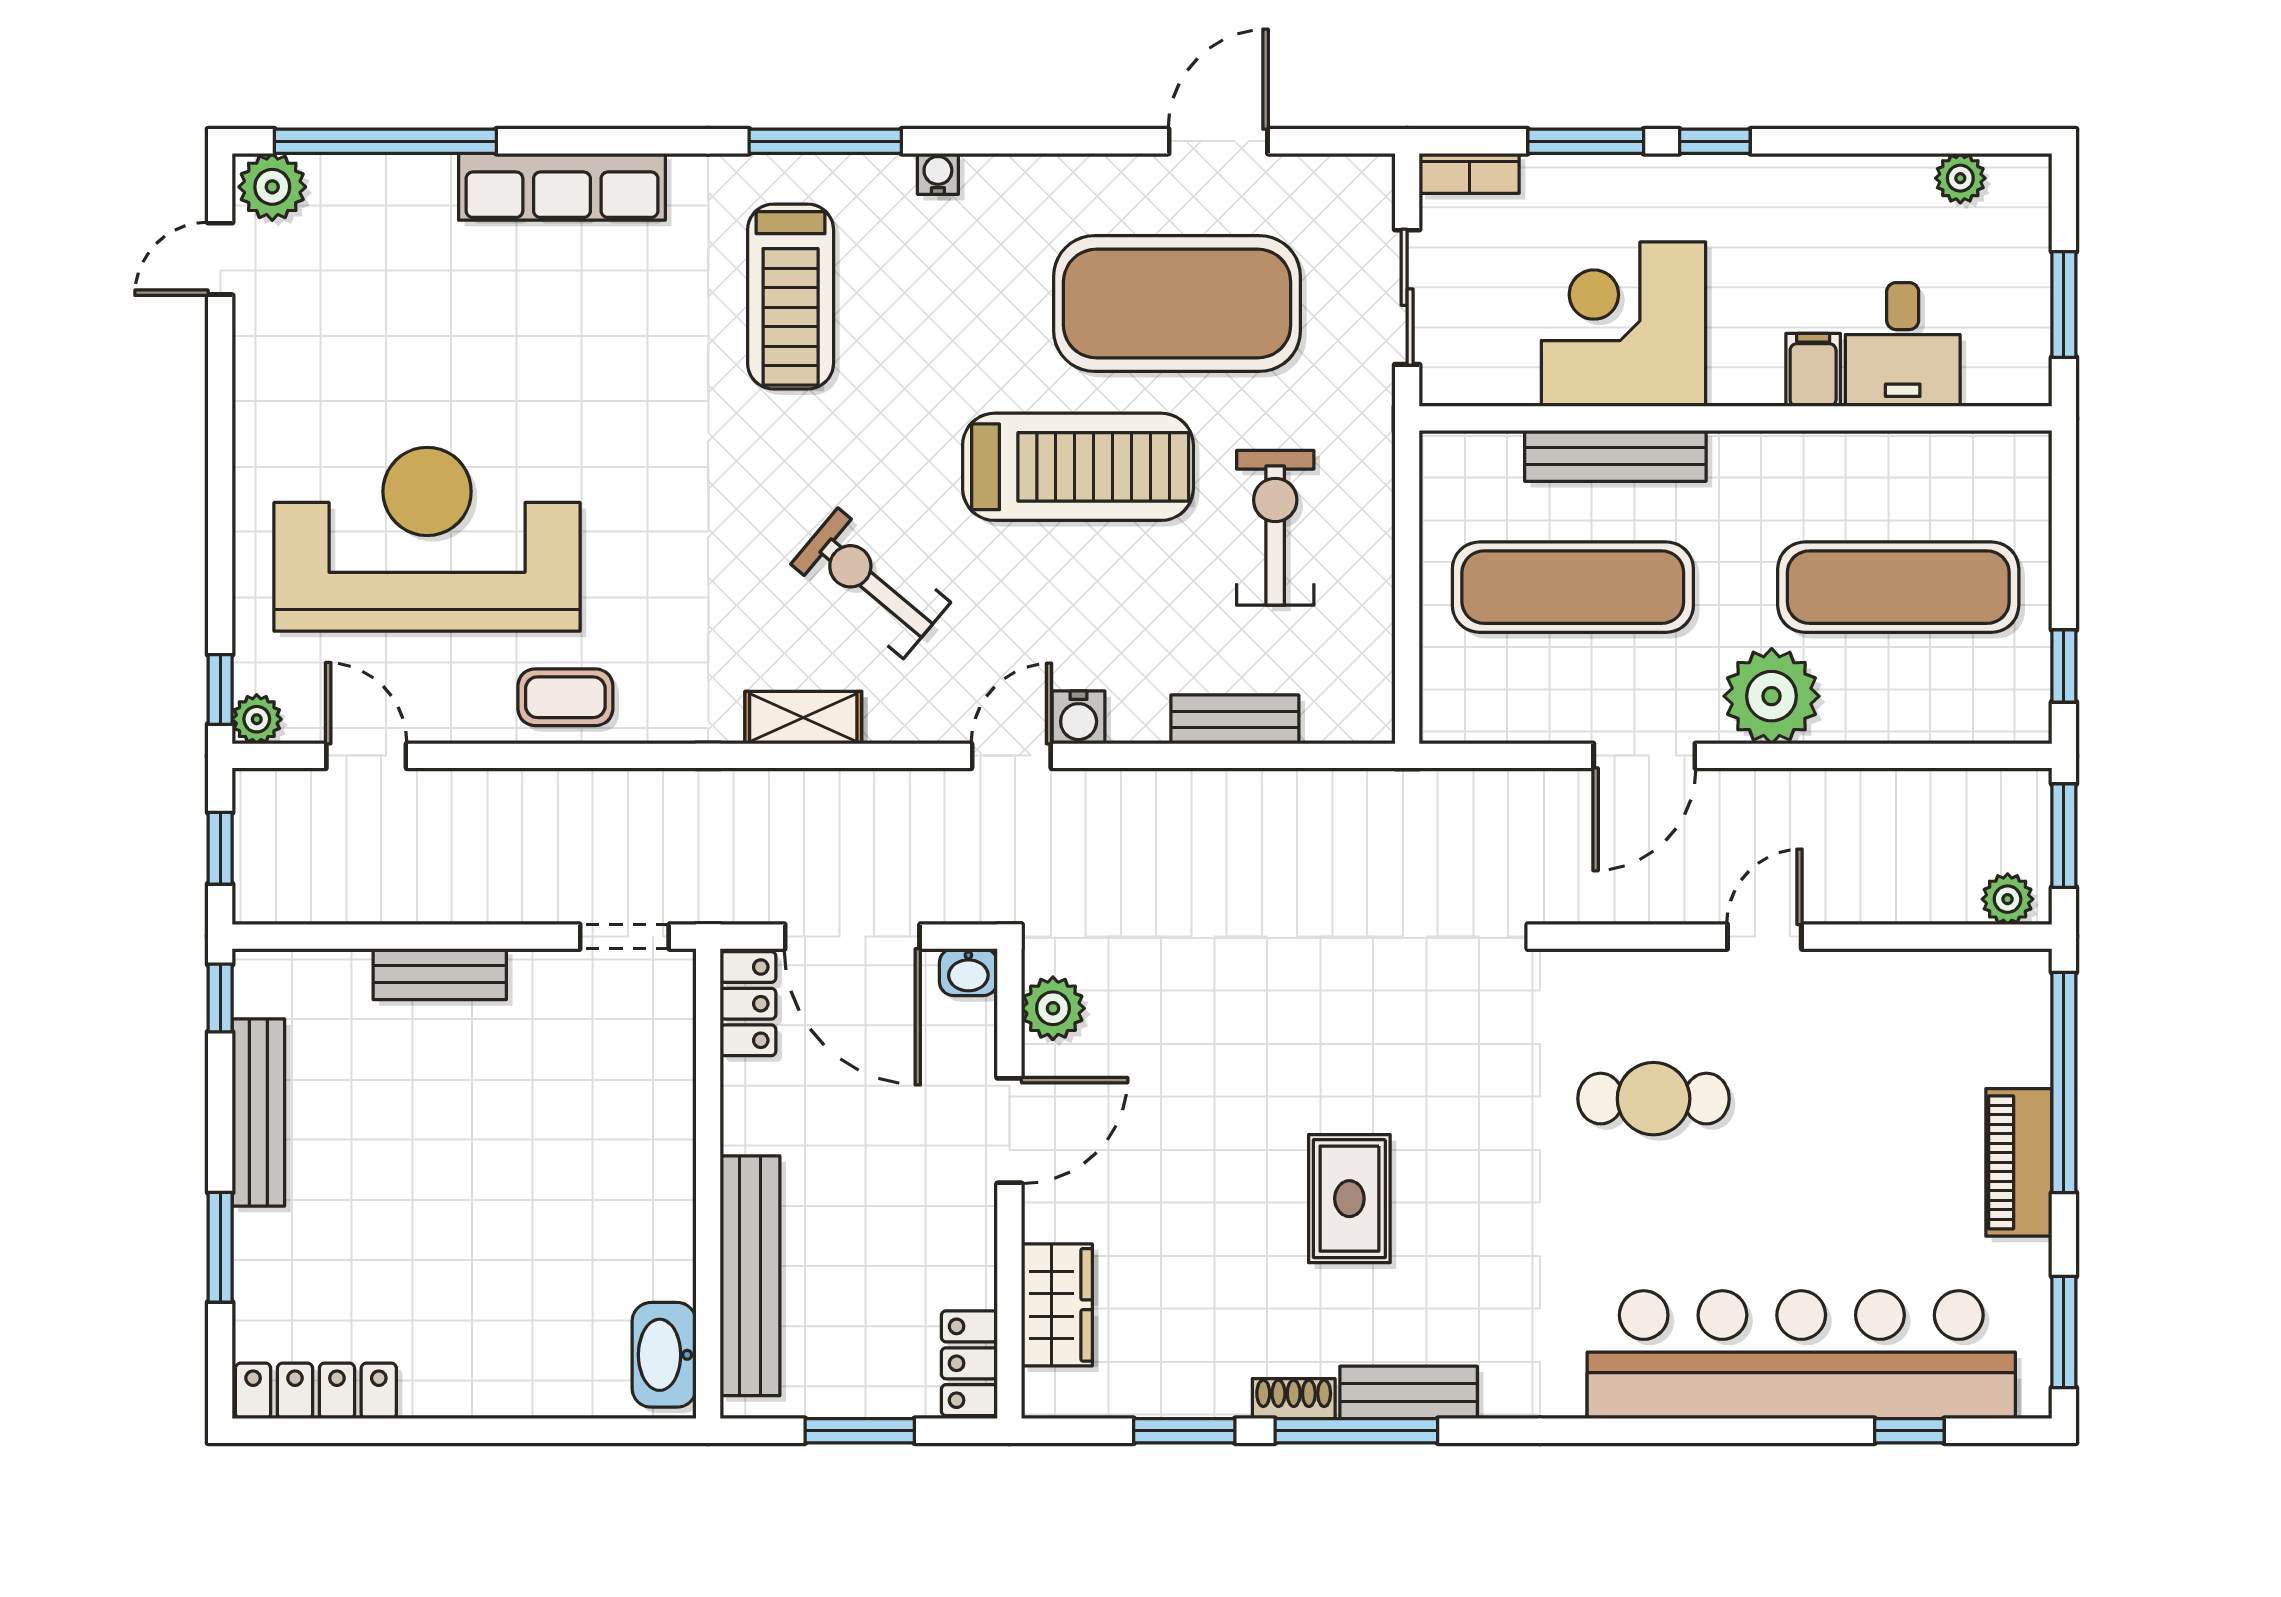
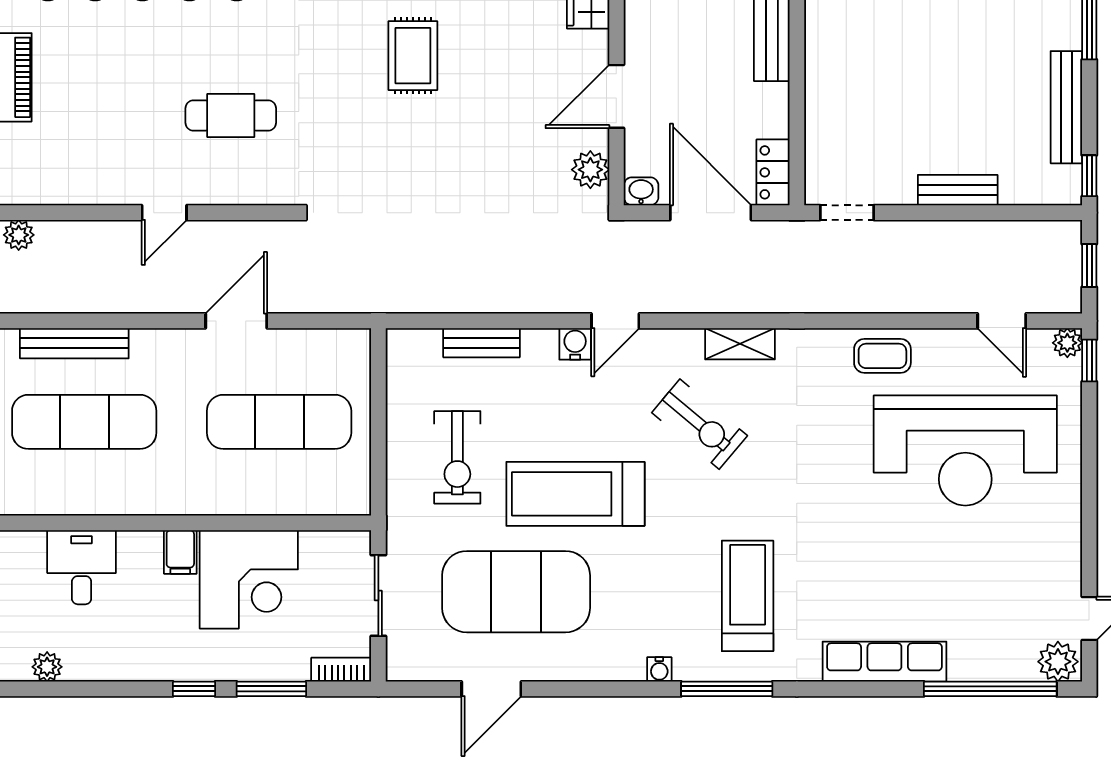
filing cabinet: (1813, 370) -> (180, 552), moved
bench: (1615, 456) -> (74, 343), moved
plant: (1772, 696) -> (160, 357), removed

